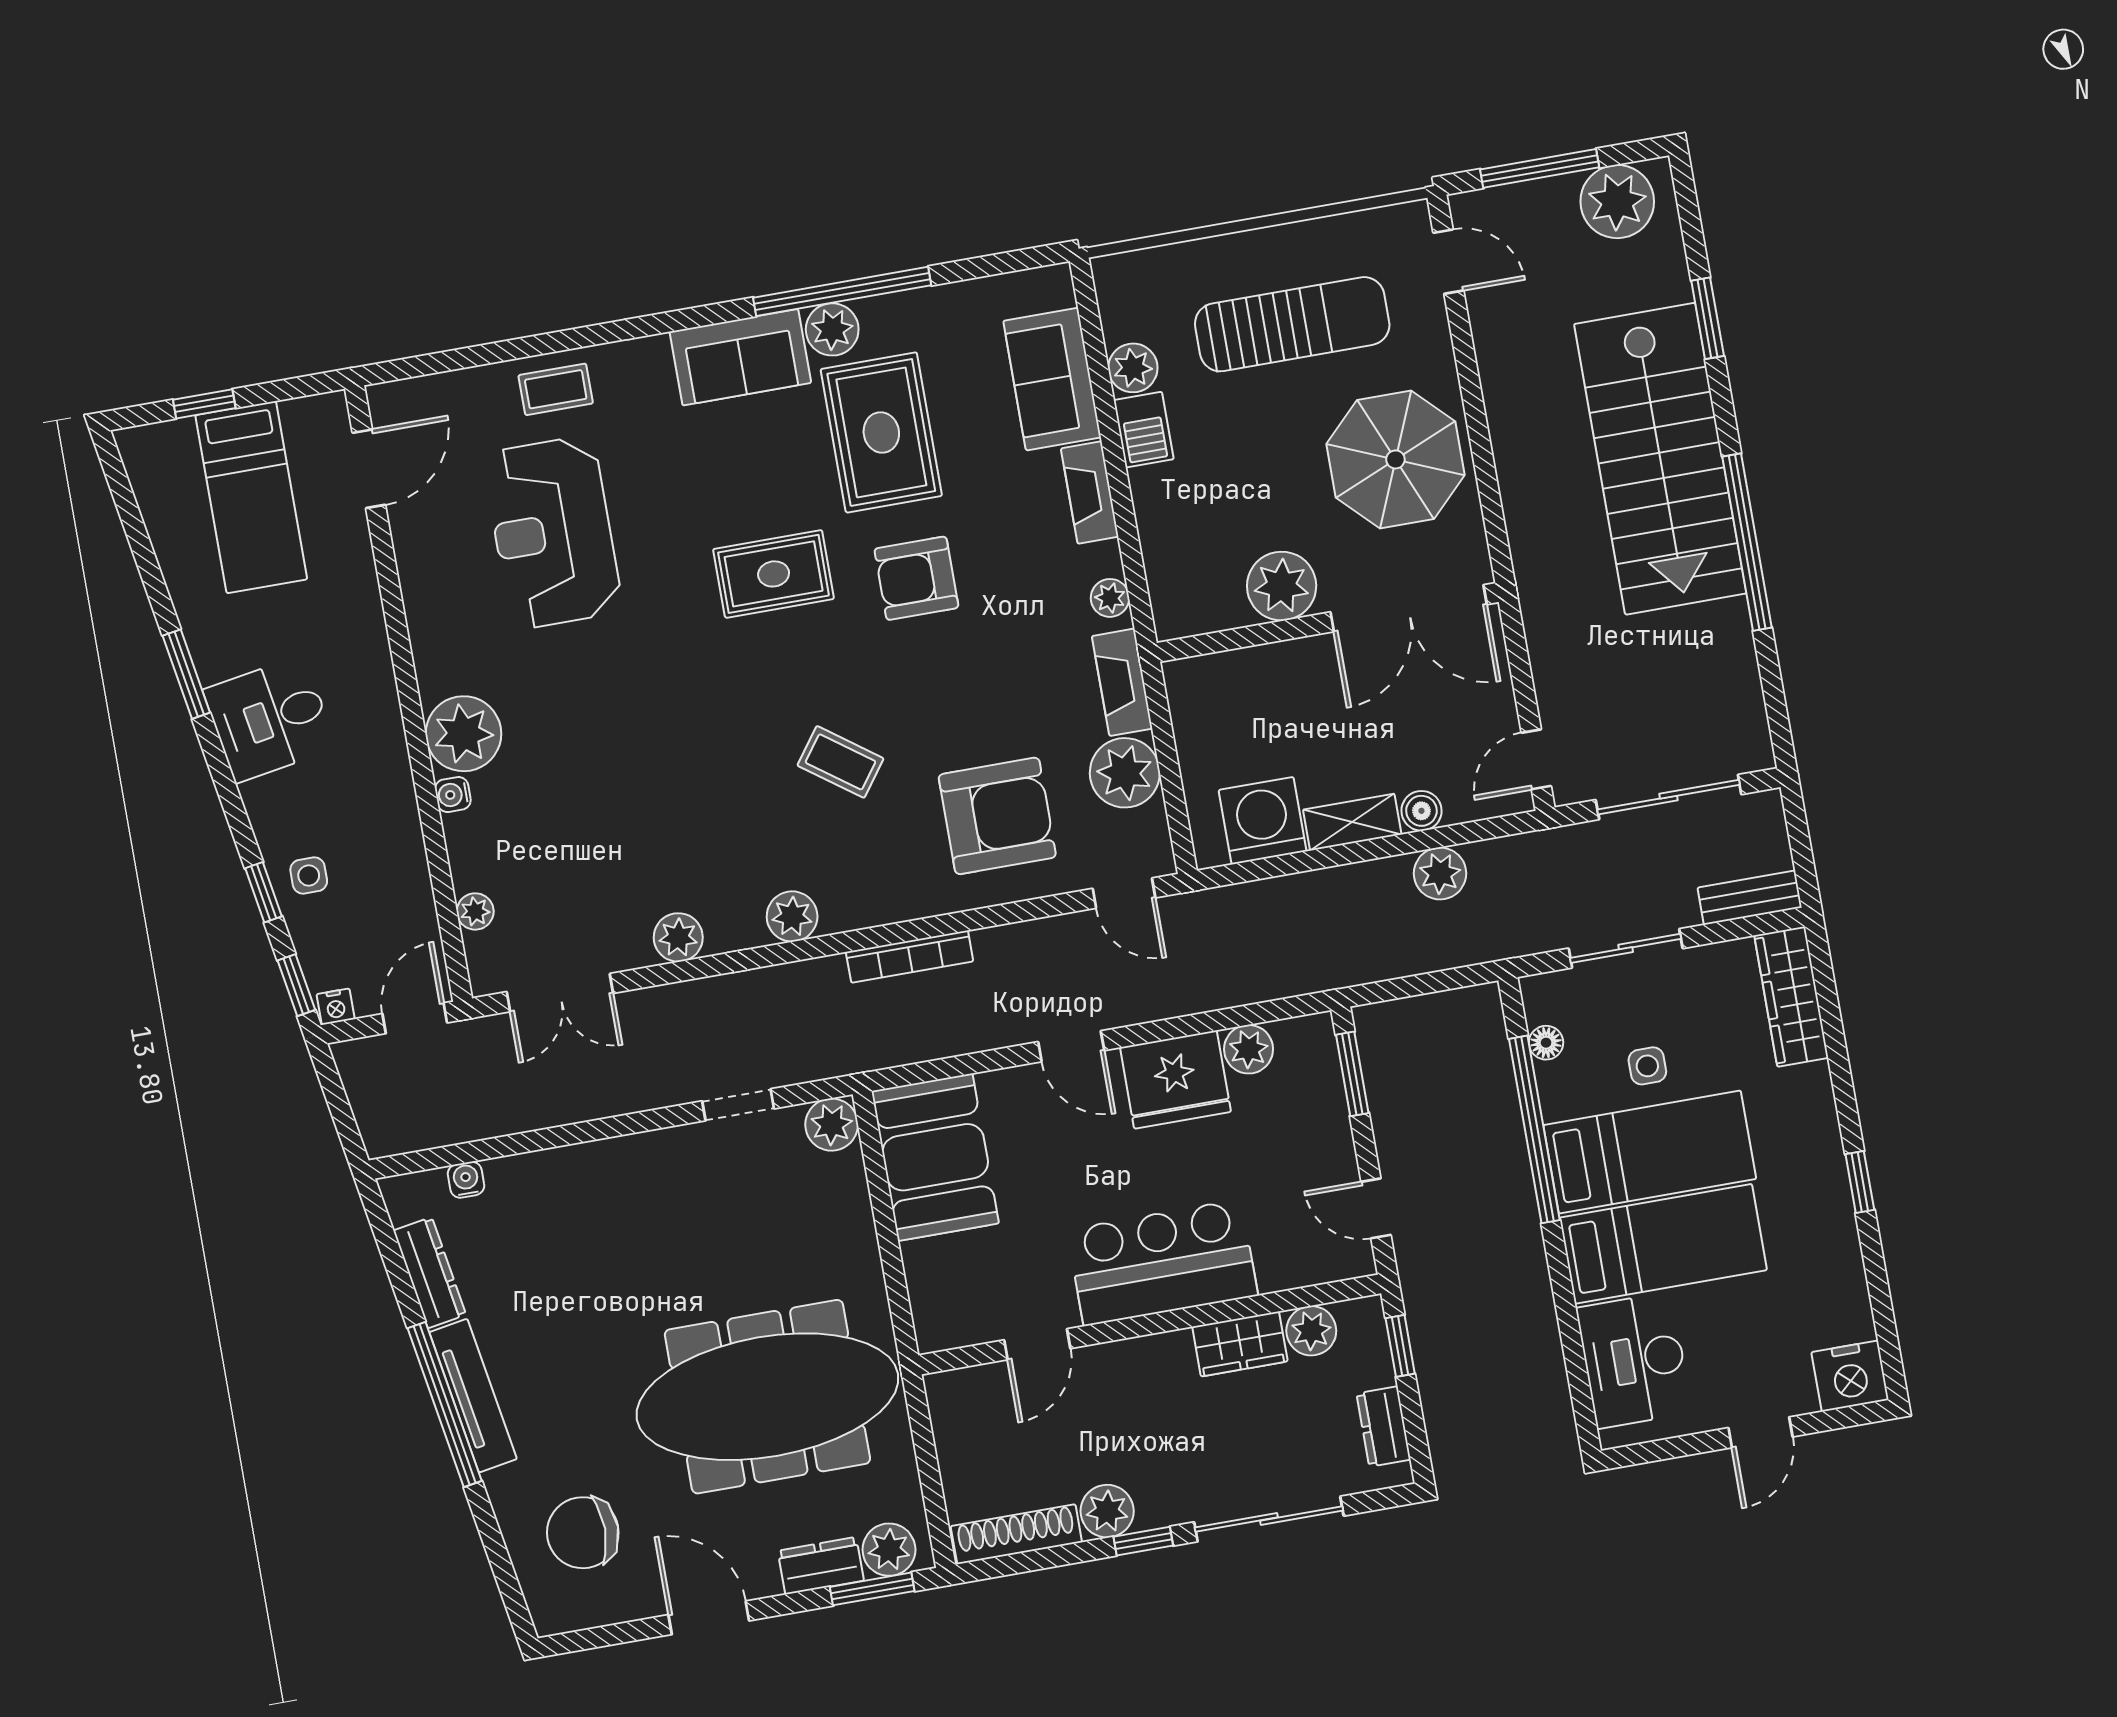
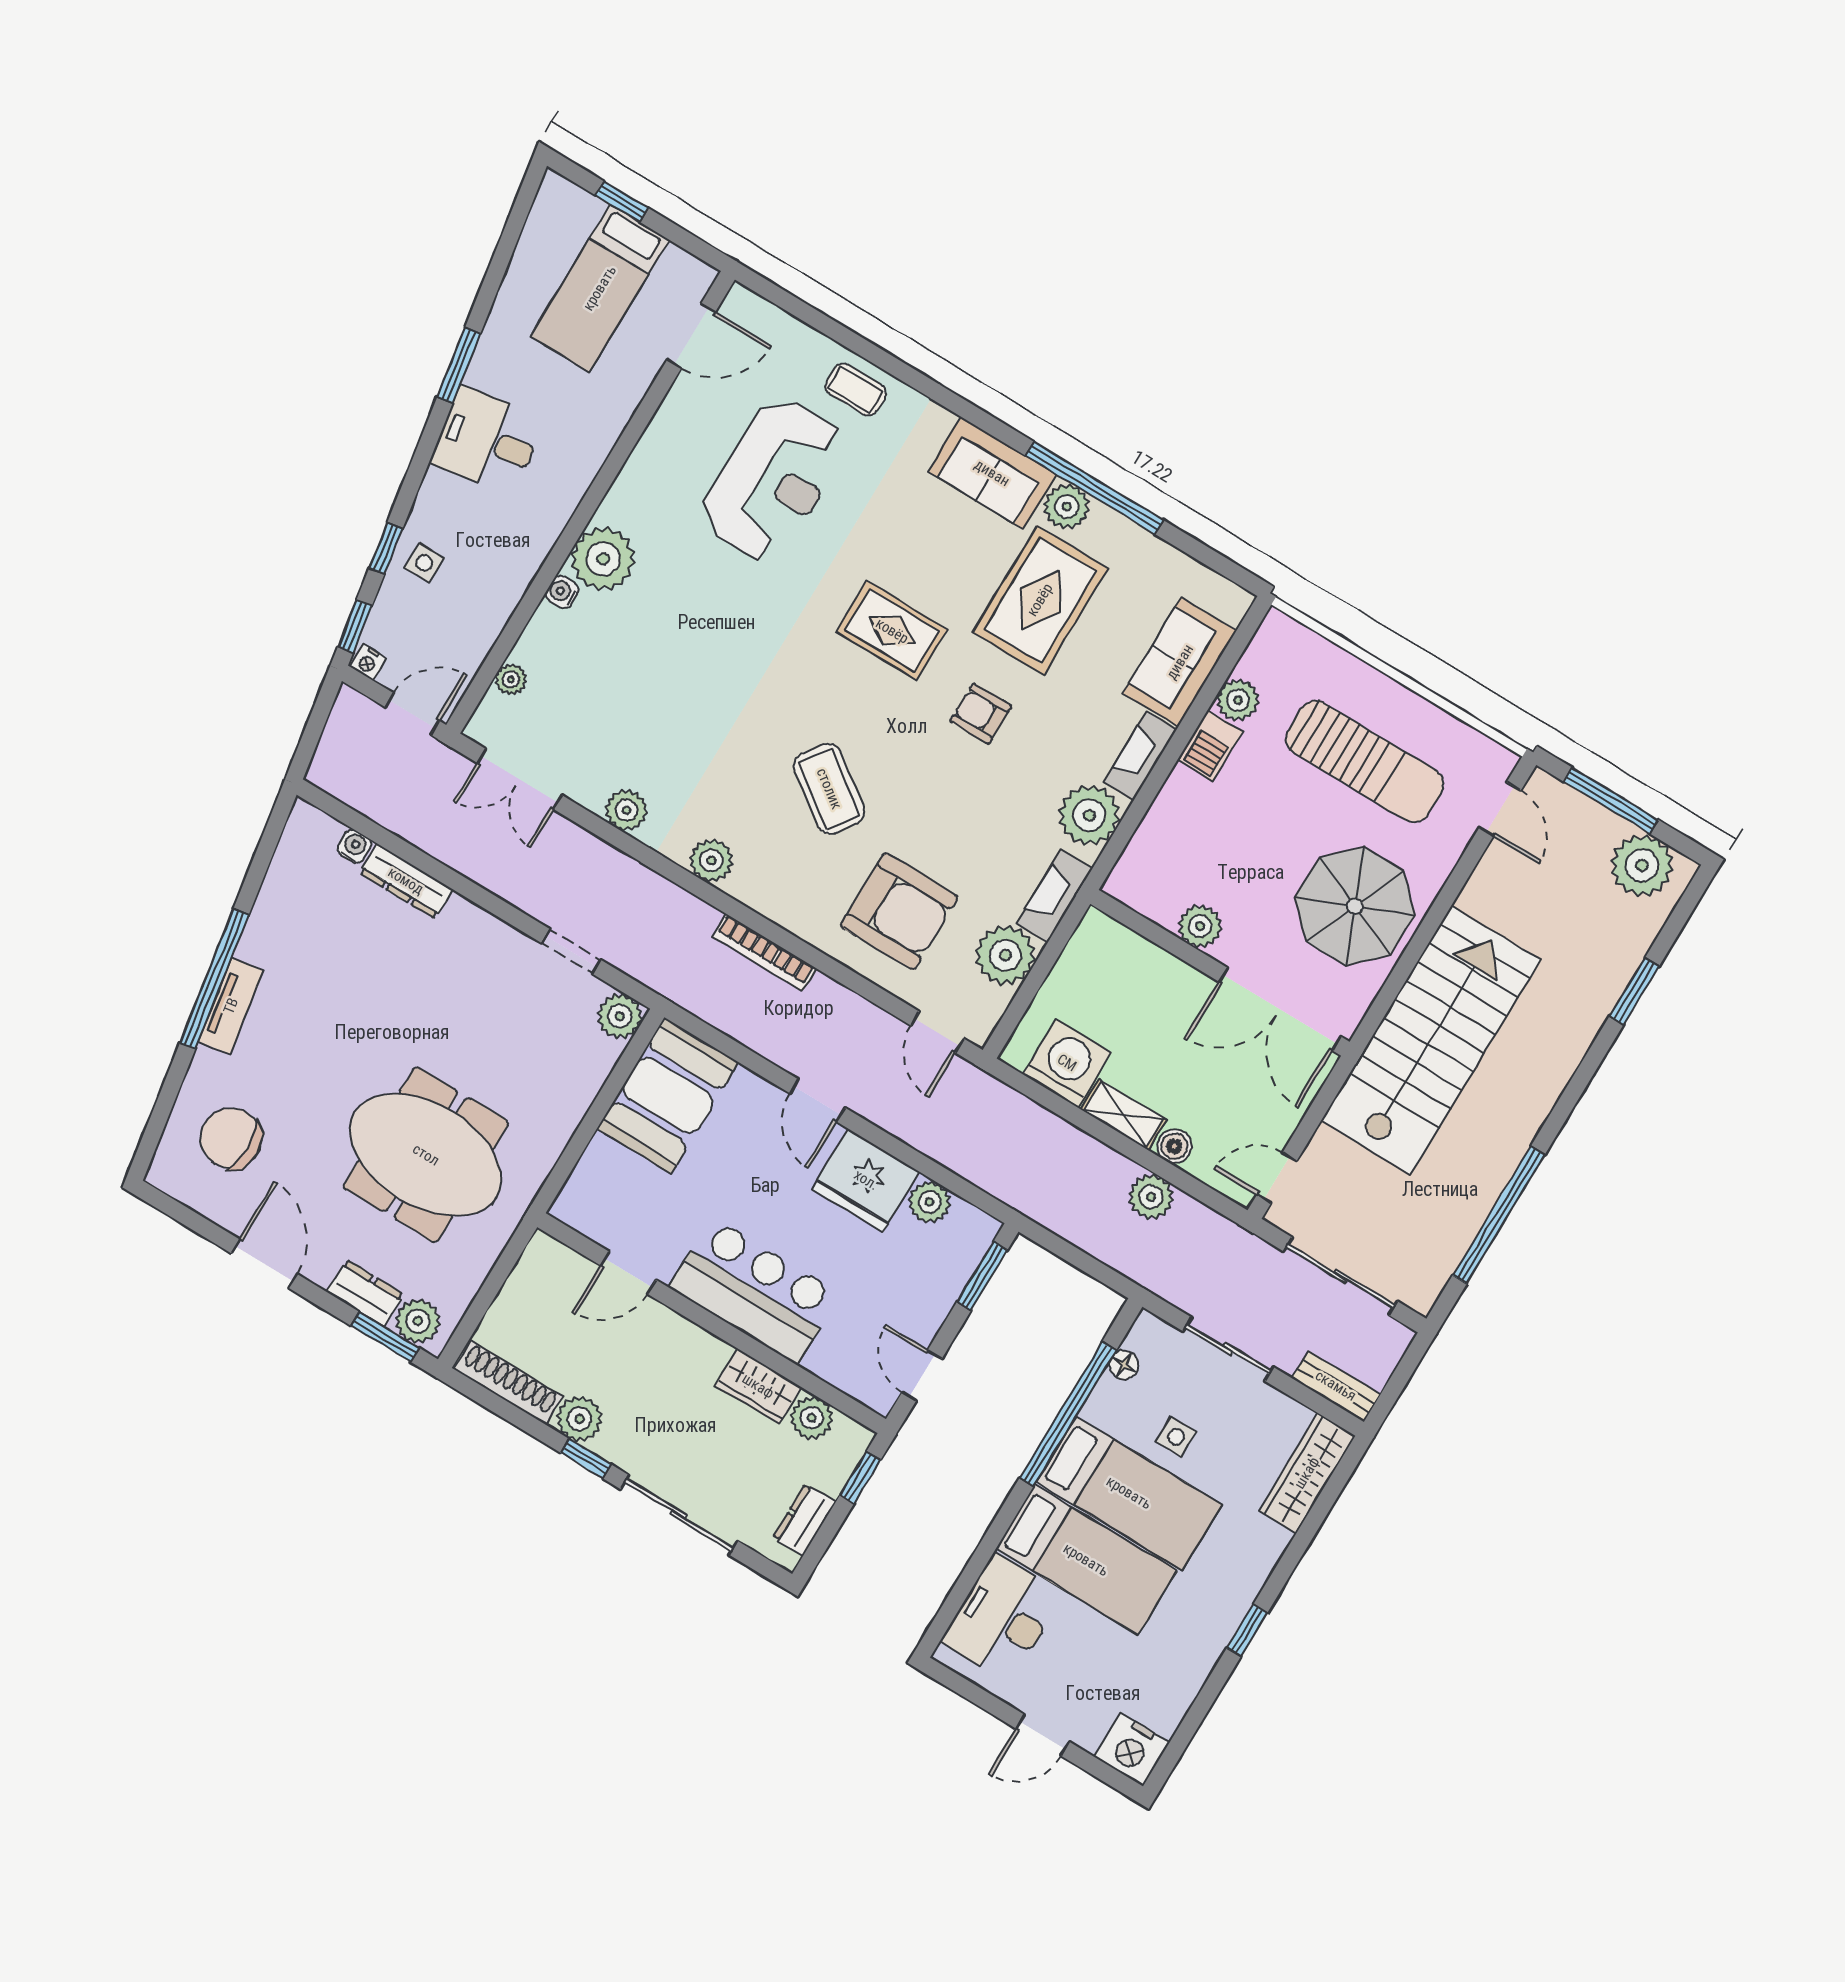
stairs: (1660, 459) -> (1431, 1040), moved, turned 180
reception desk: (553, 533) -> (773, 480), turned 180
window: (1747, 542) -> (1499, 1215), moved
armchair: (916, 578) -> (981, 714), width x0.72, depth x0.72
plant: (1282, 586) -> (1200, 926), width x0.73, depth x0.73
plant: (1110, 598) -> (1089, 815), width x1.88, depth x1.88
coffee table: (840, 762) -> (829, 789), width x1.36, depth x1.30
dresser: (430, 1273) -> (406, 881), moved, turned 99
tv unit: (473, 1396) -> (231, 1006), width x0.71
meeting table: (767, 1397) -> (426, 1155), width x0.73

